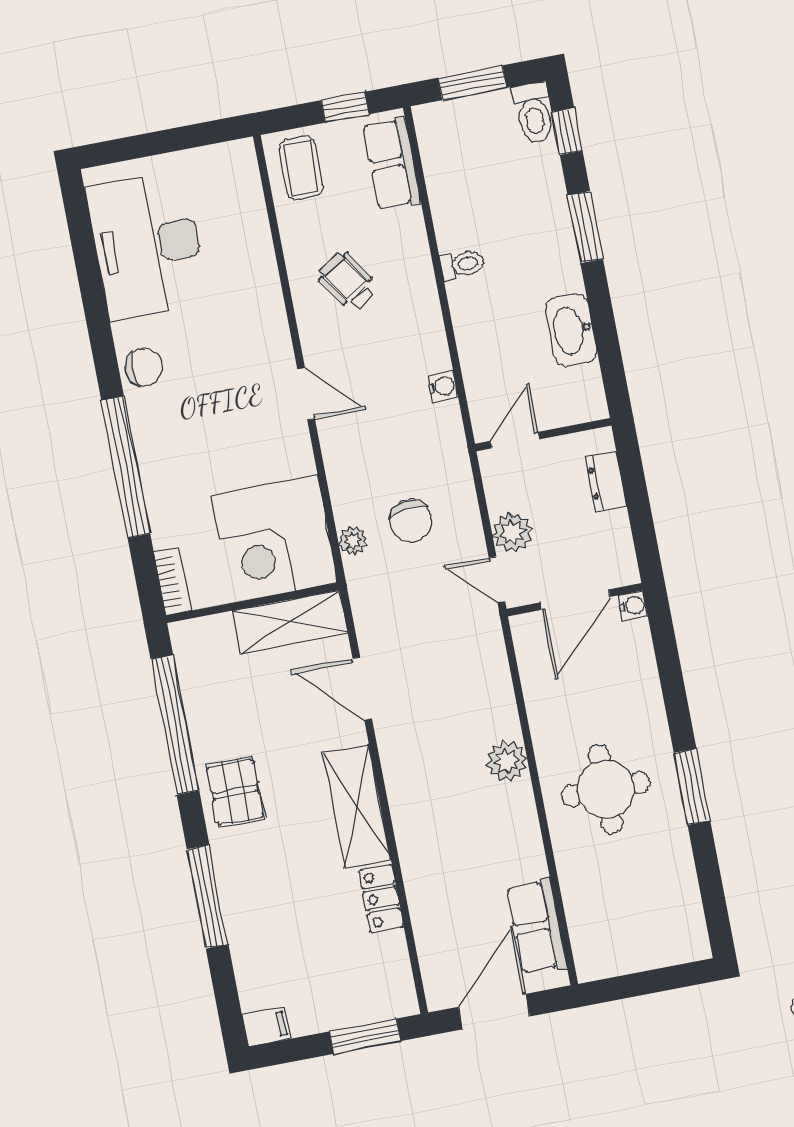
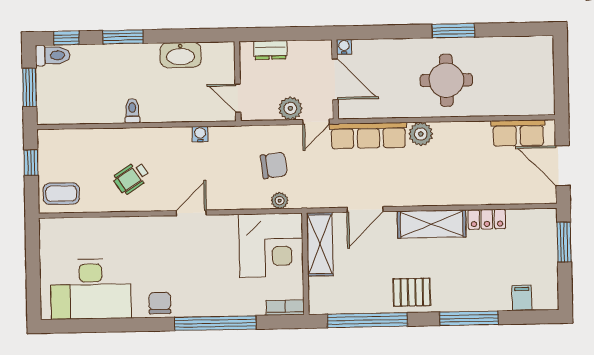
row of seats: (392, 163) -> (368, 136), moved, width x1.48
filing cabinet: (266, 1027) -> (522, 298), moved

